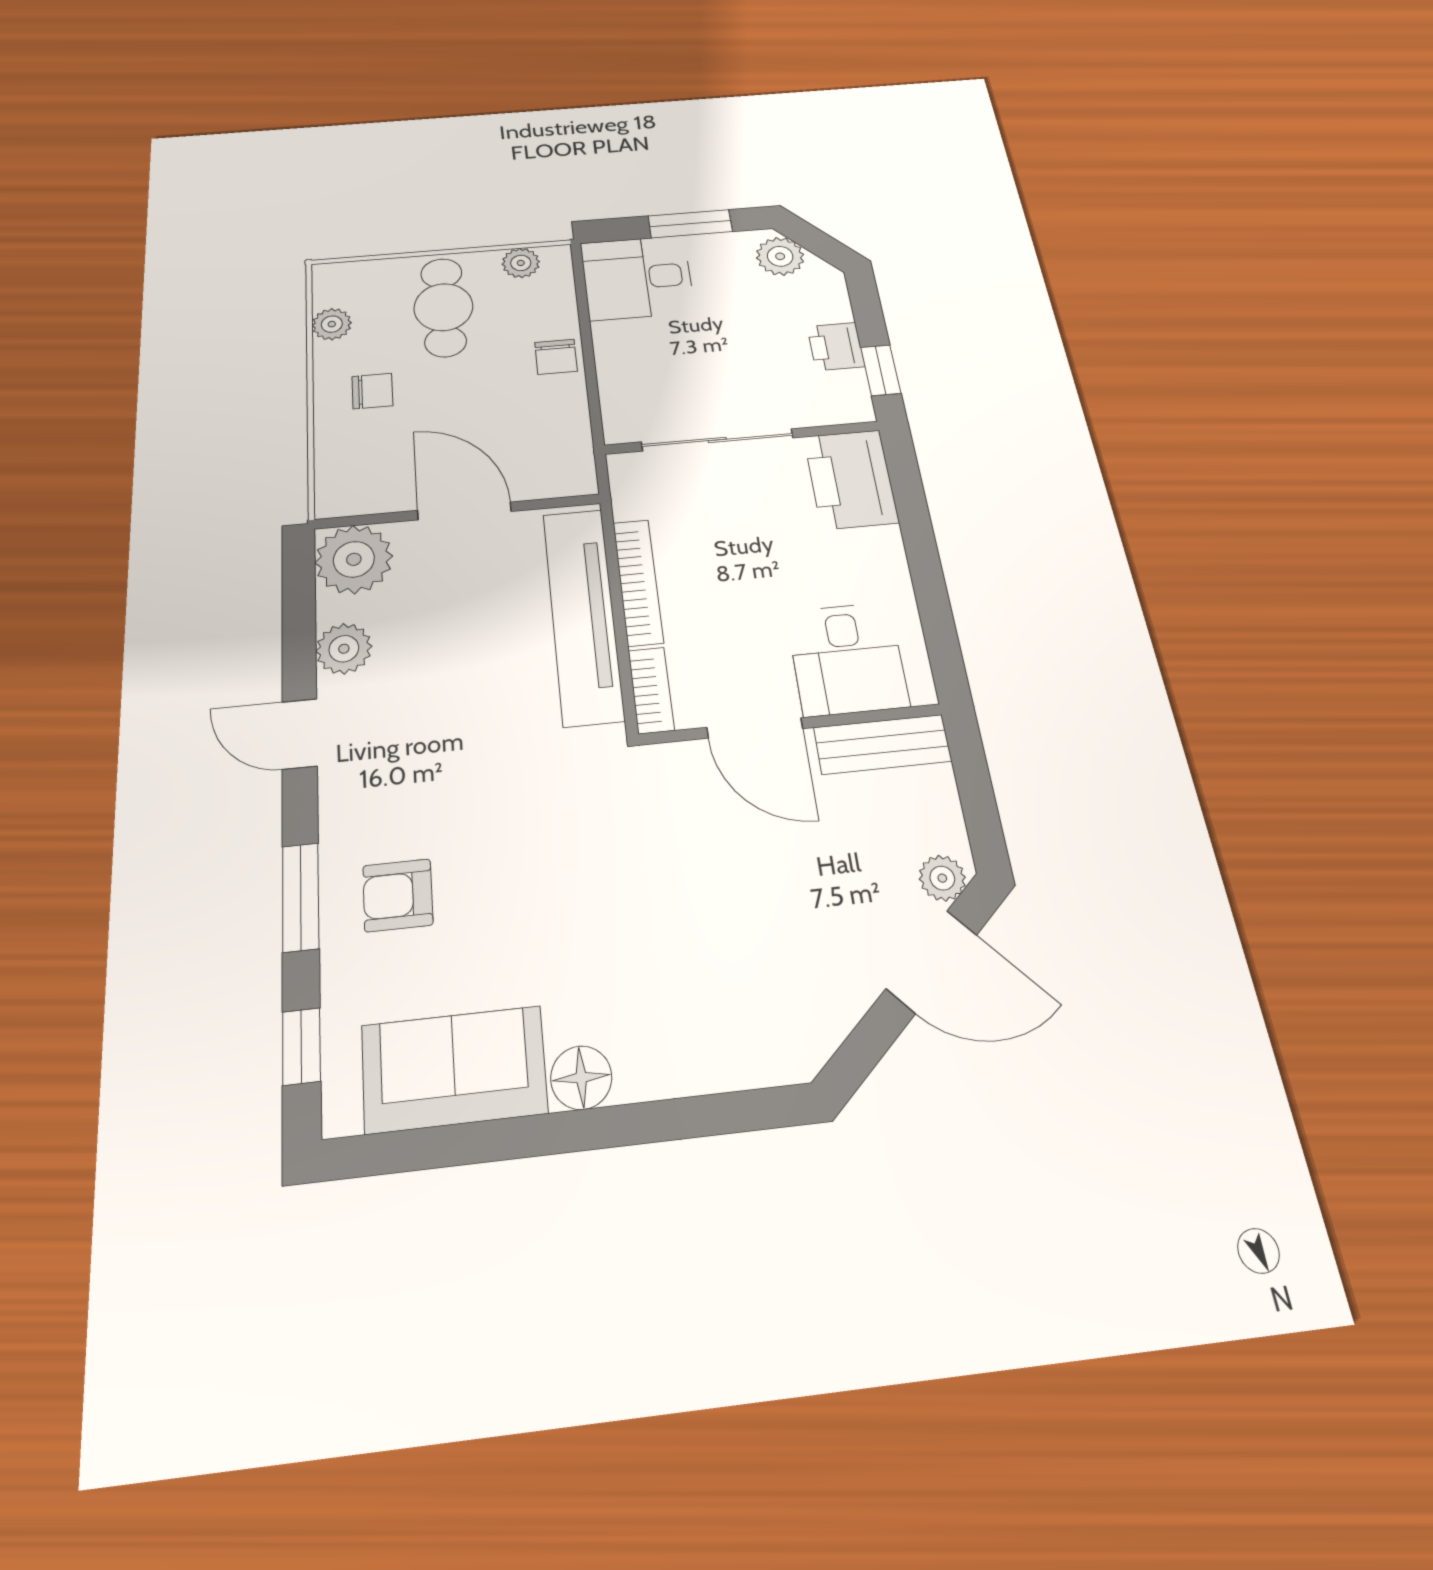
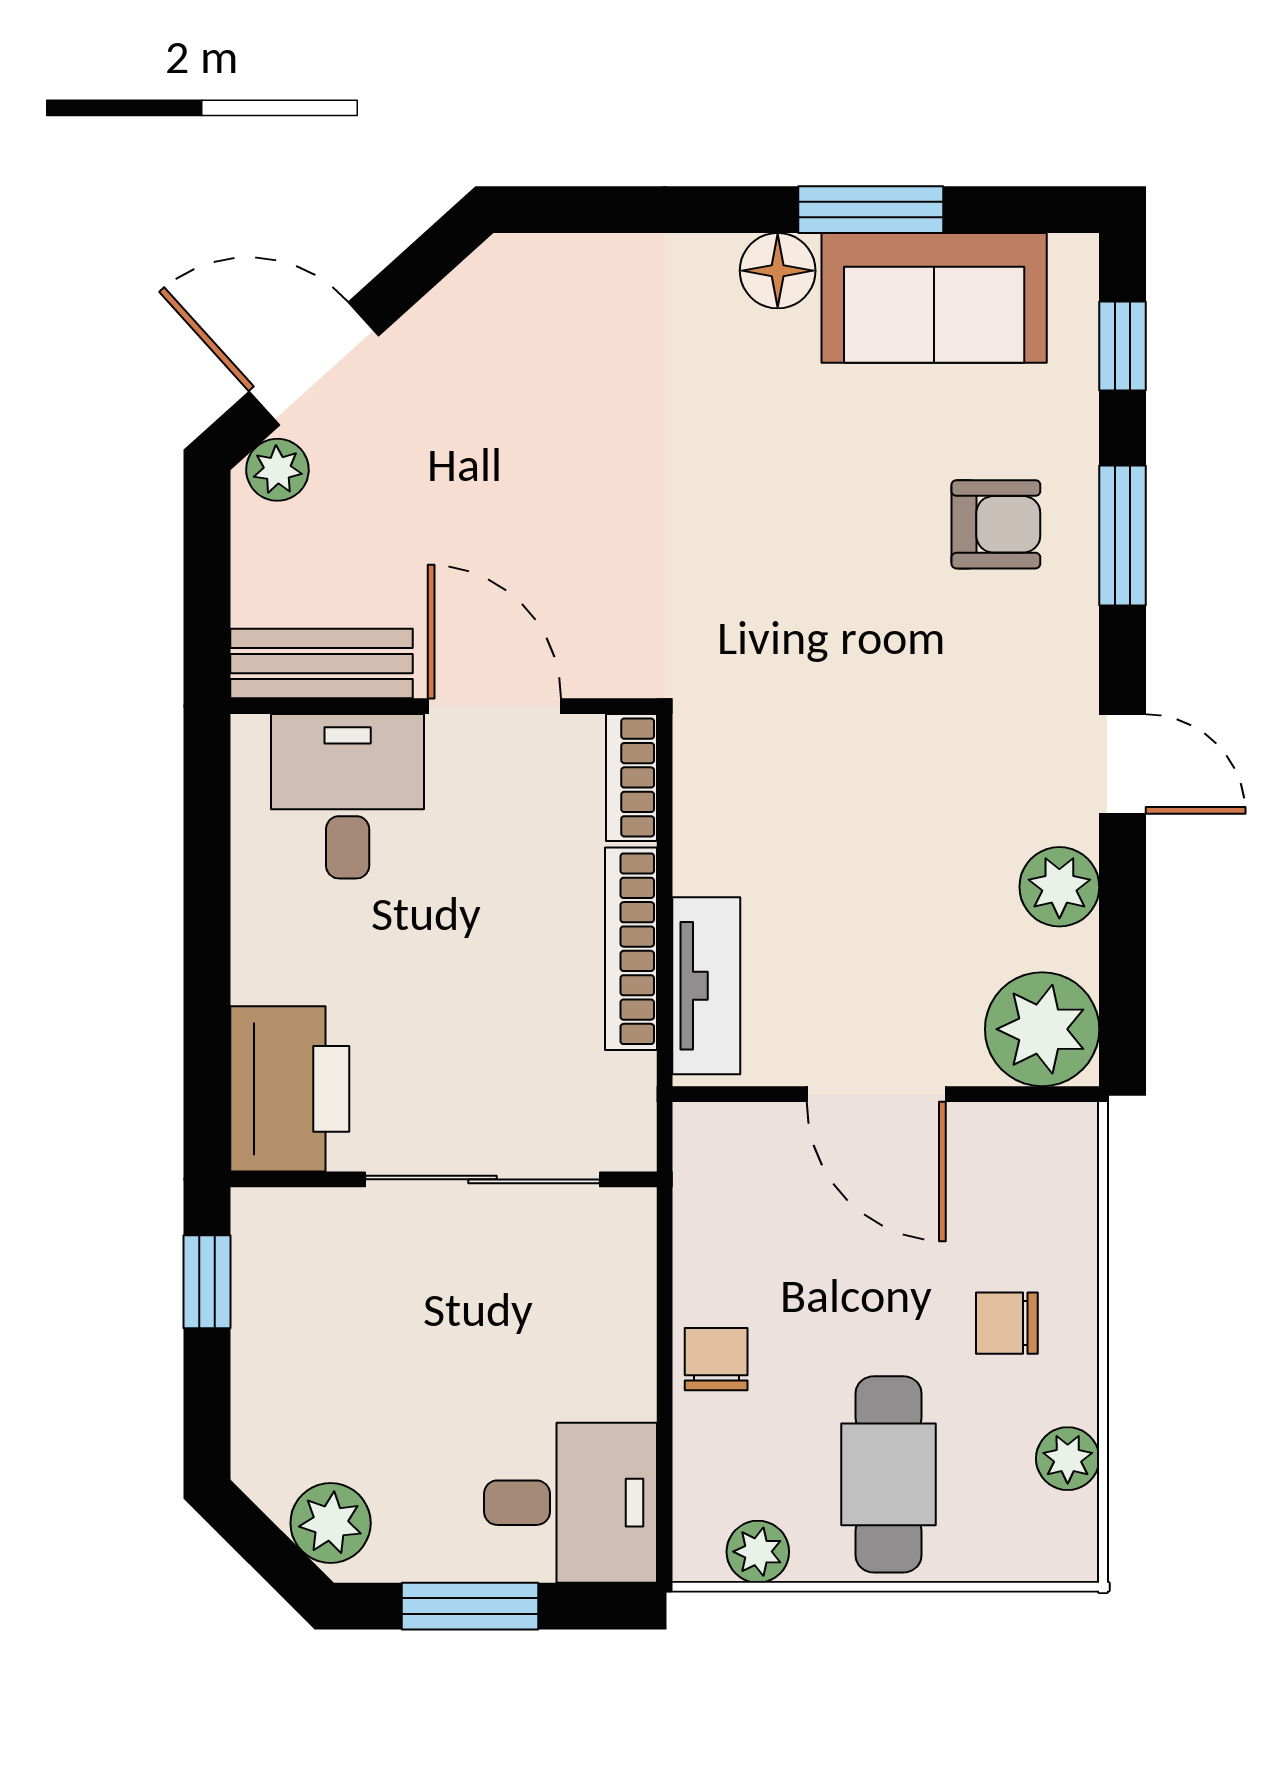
printer: (836, 347) -> (270, 1334), removed
tv unit: (583, 615) -> (706, 986), width x0.52, depth x0.78
window: (510, 1139) -> (871, 210), added

